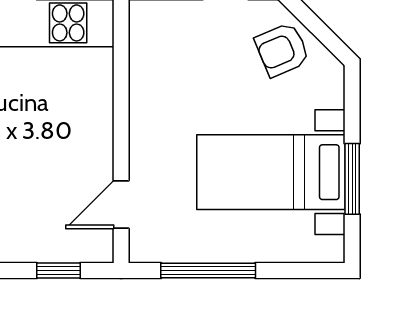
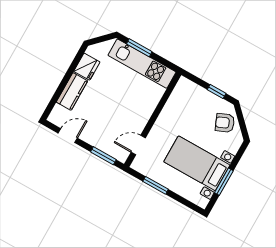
window: (59, 271) -> (103, 156), width x1.50
window: (208, 271) -> (156, 185), width x0.69

